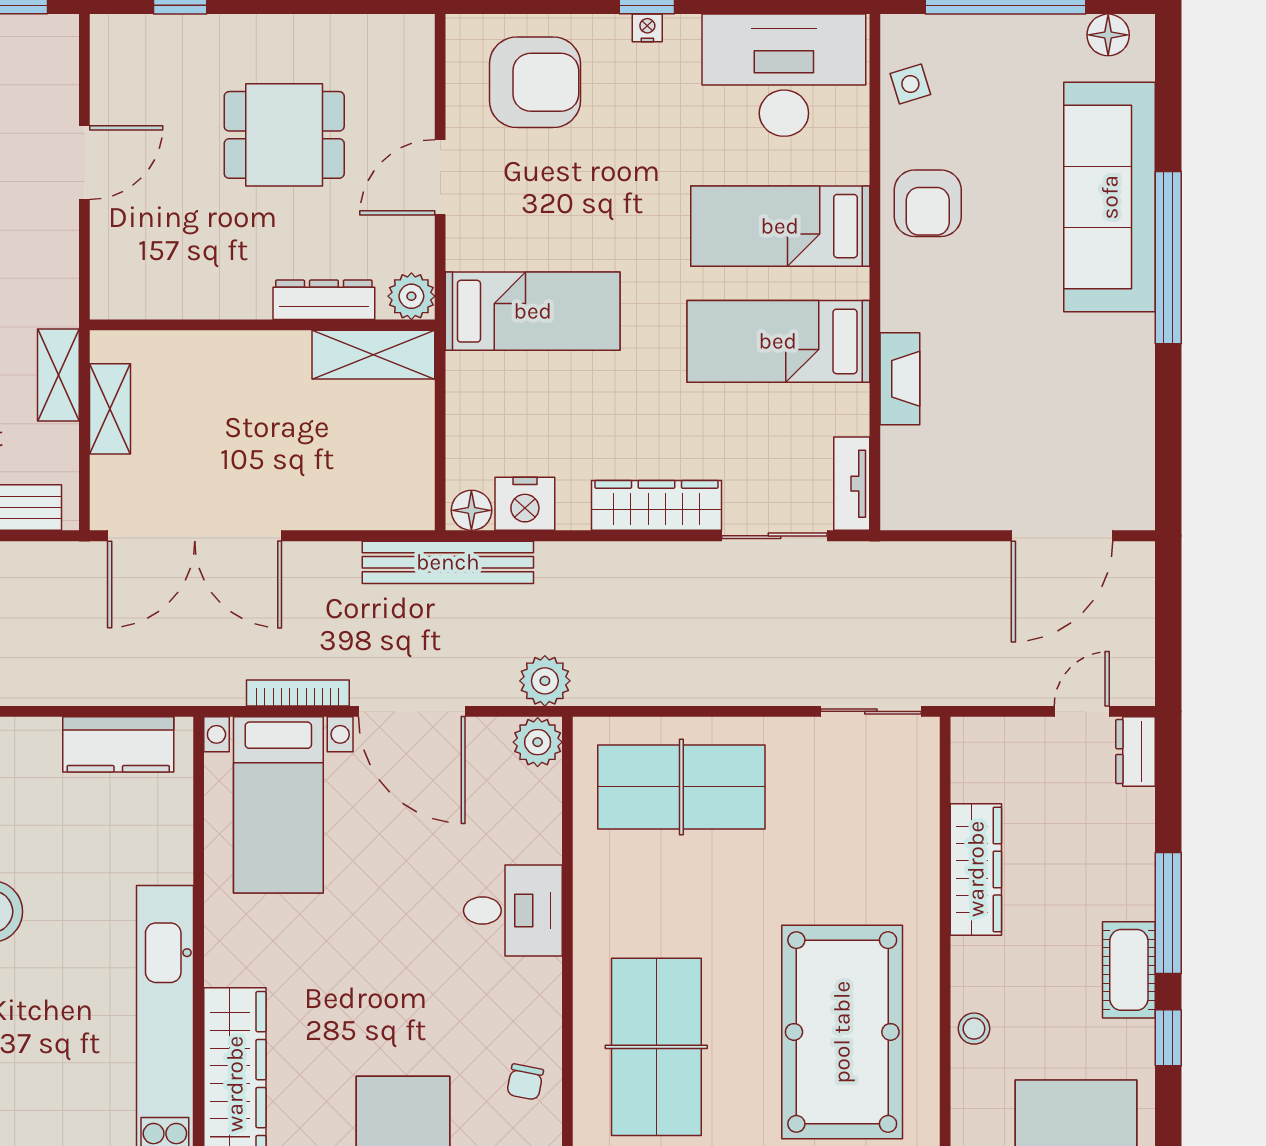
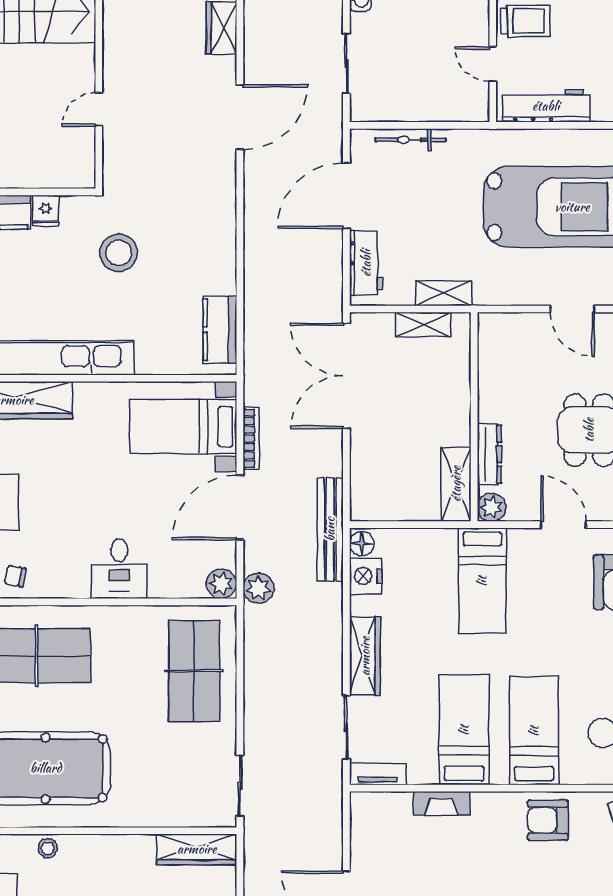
wardrobe: (976, 869) -> (197, 849), moved

